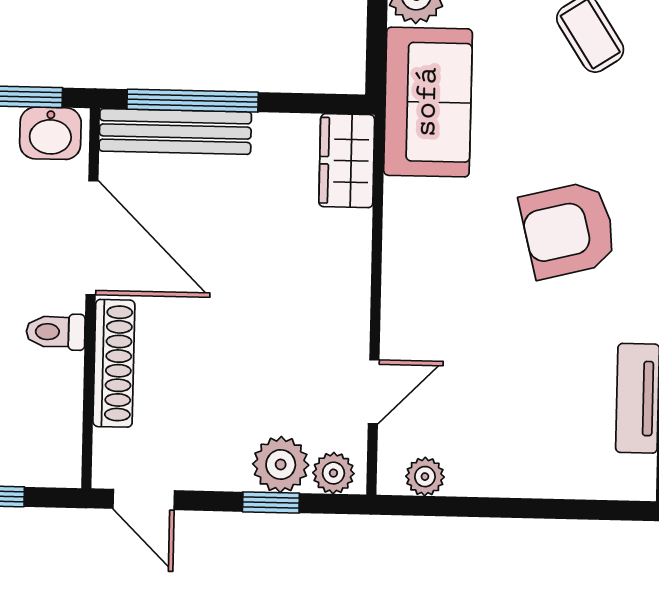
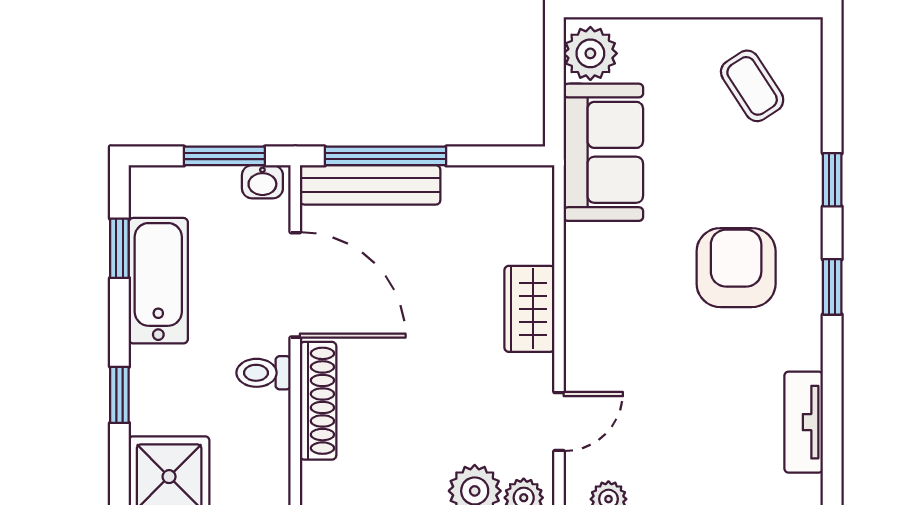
washbasin: (50, 133) -> (262, 182), width x0.72, depth x0.69
wardrobe: (347, 161) -> (529, 309), moved
armchair: (568, 230) -> (736, 268), turned 104

